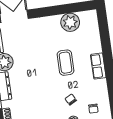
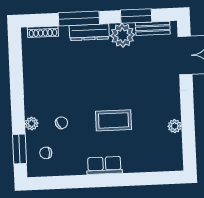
plant: (70, 22) -> (175, 126), width x0.53, depth x0.53

